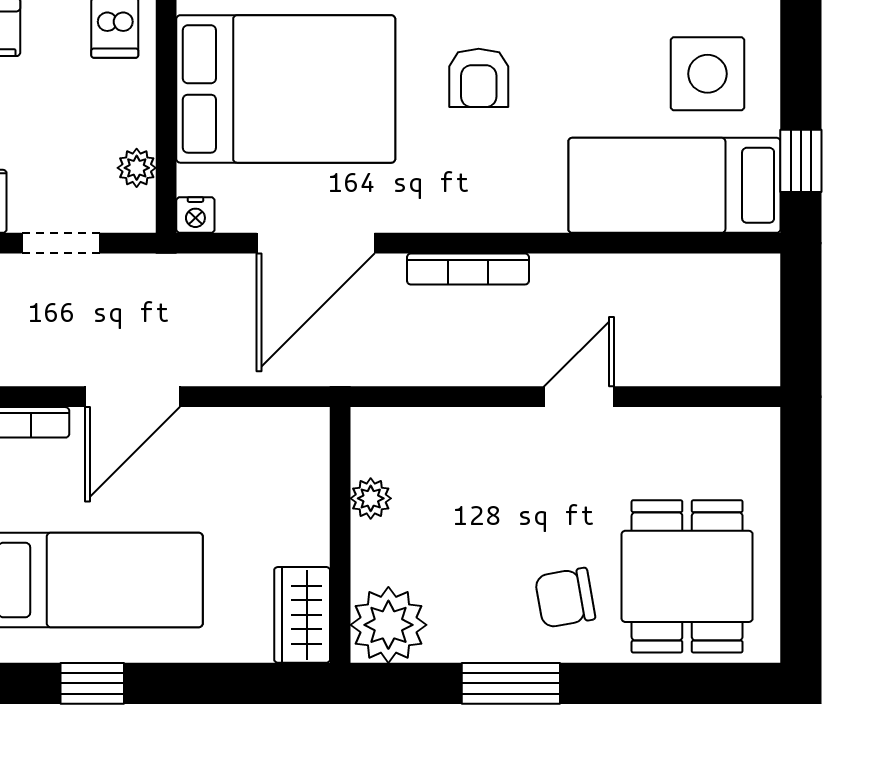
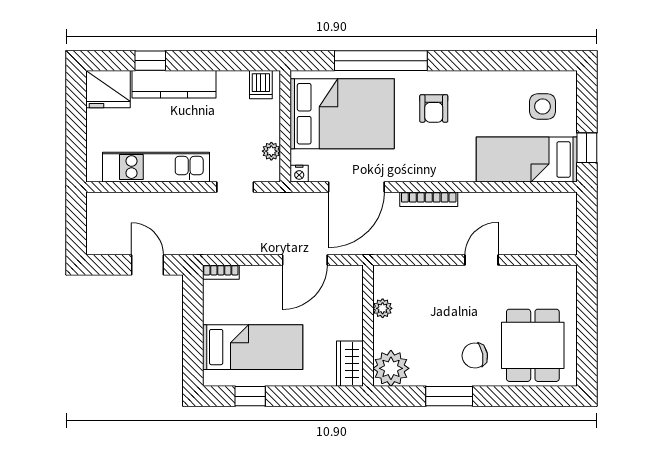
side table: (707, 74) -> (543, 106), width x0.73, depth x0.73
door: (133, 397) -> (305, 260), moved

